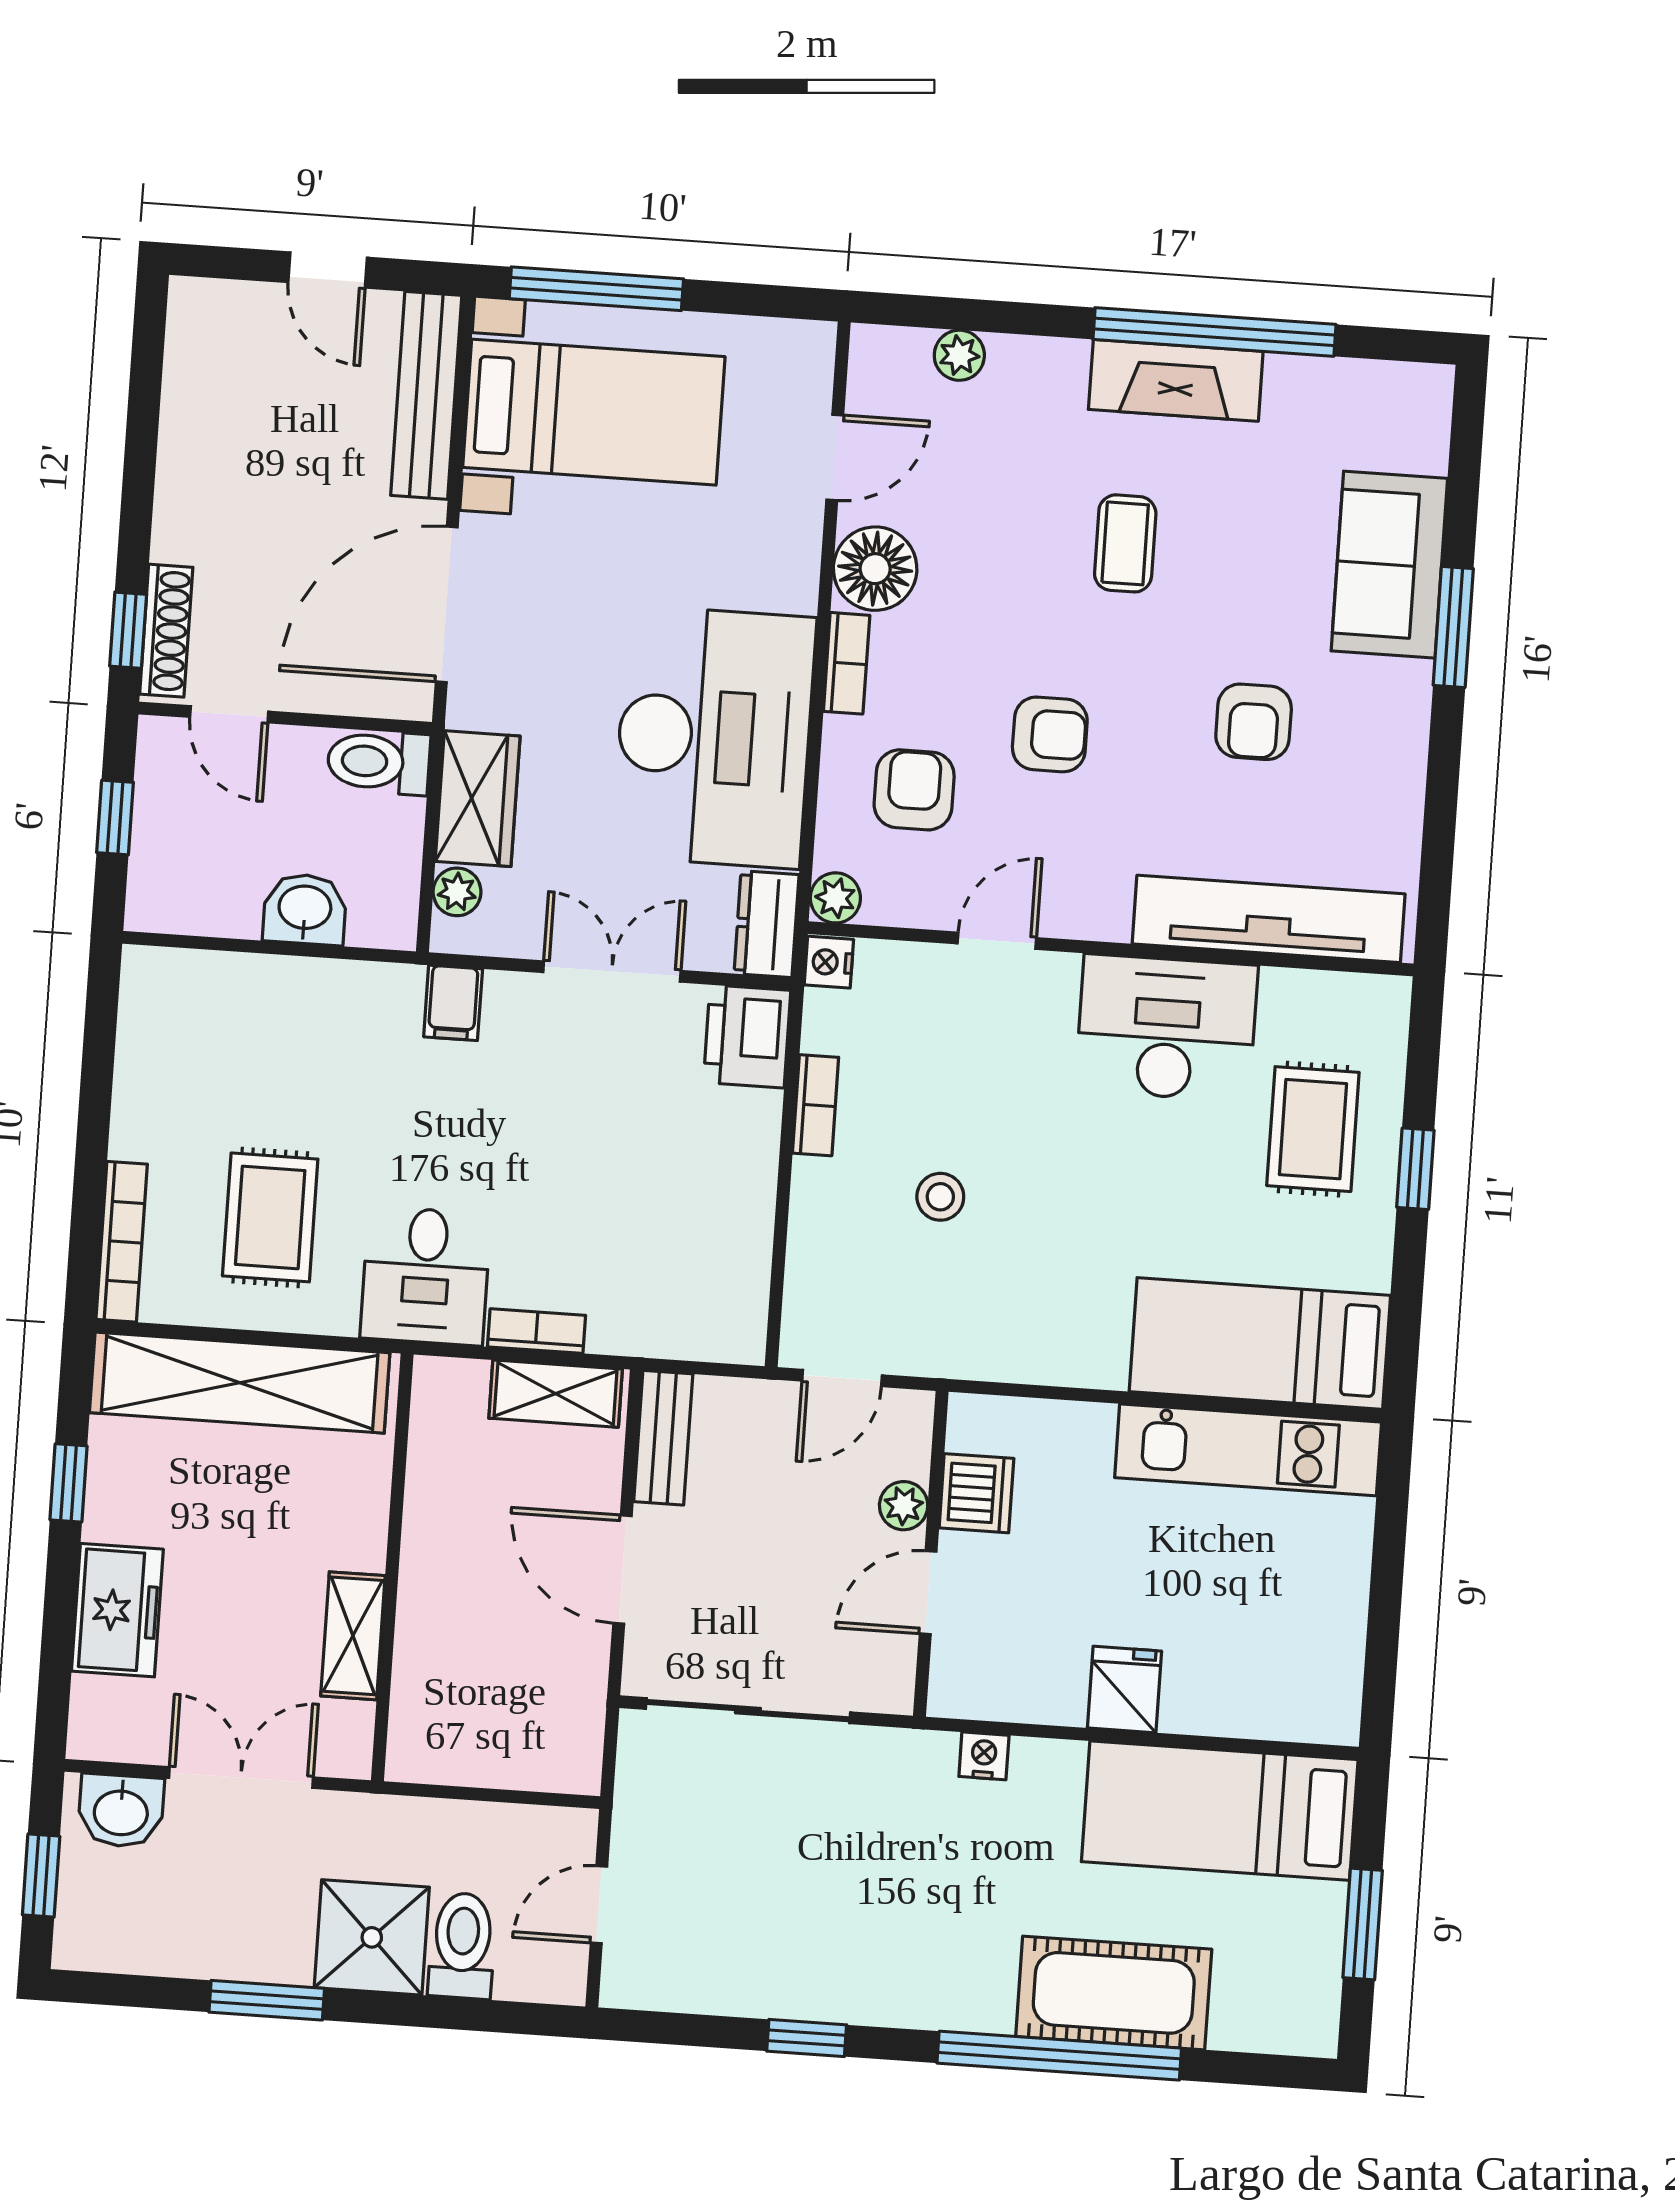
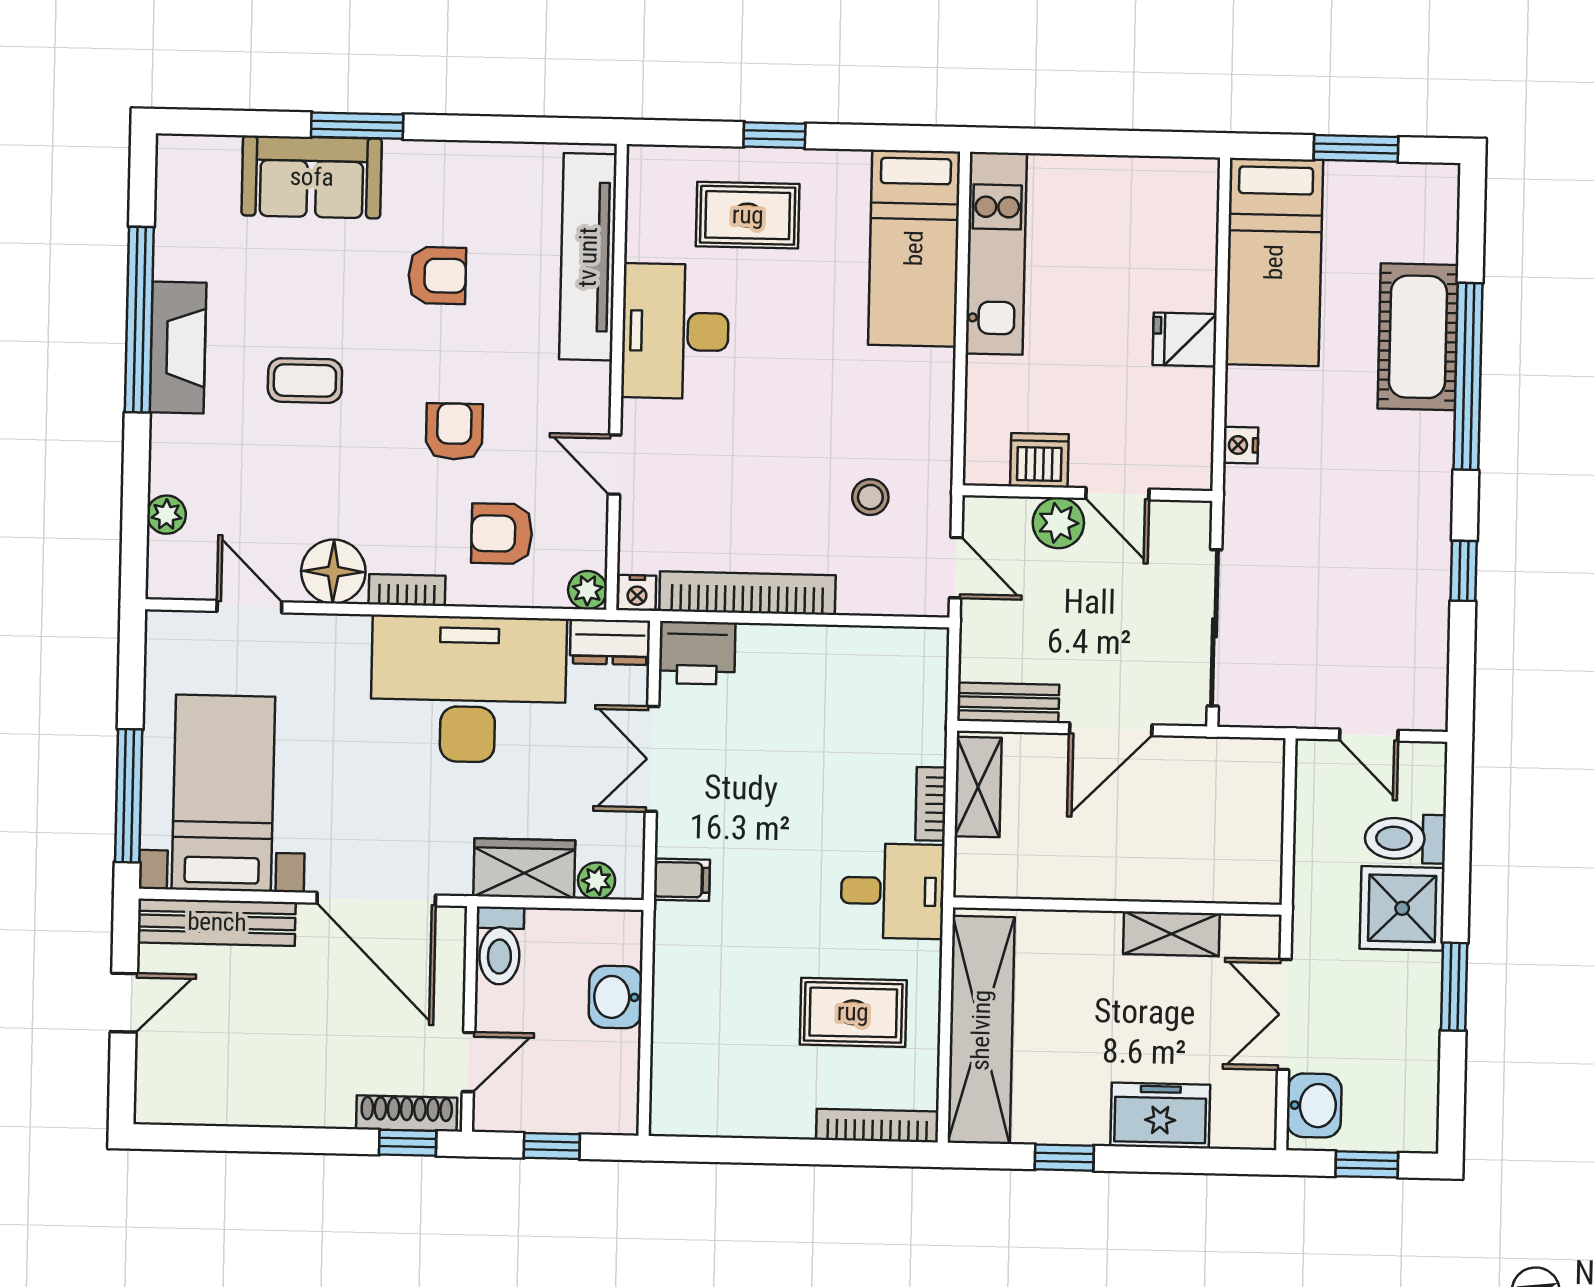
bookcase: (816, 1105) -> (747, 593), width x2.31, depth x1.31
stool: (940, 1197) -> (870, 497), moved
plant: (904, 1506) -> (1058, 523), width x1.38, depth x1.38

